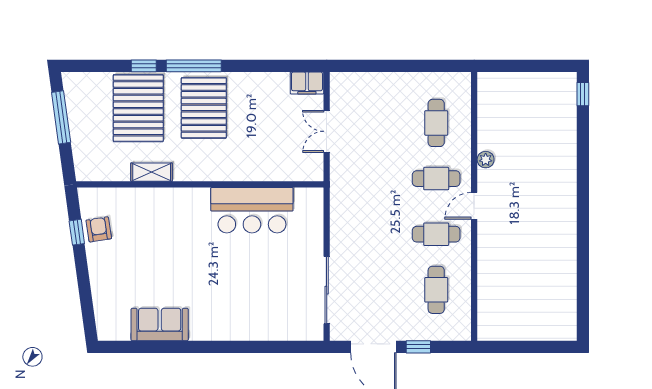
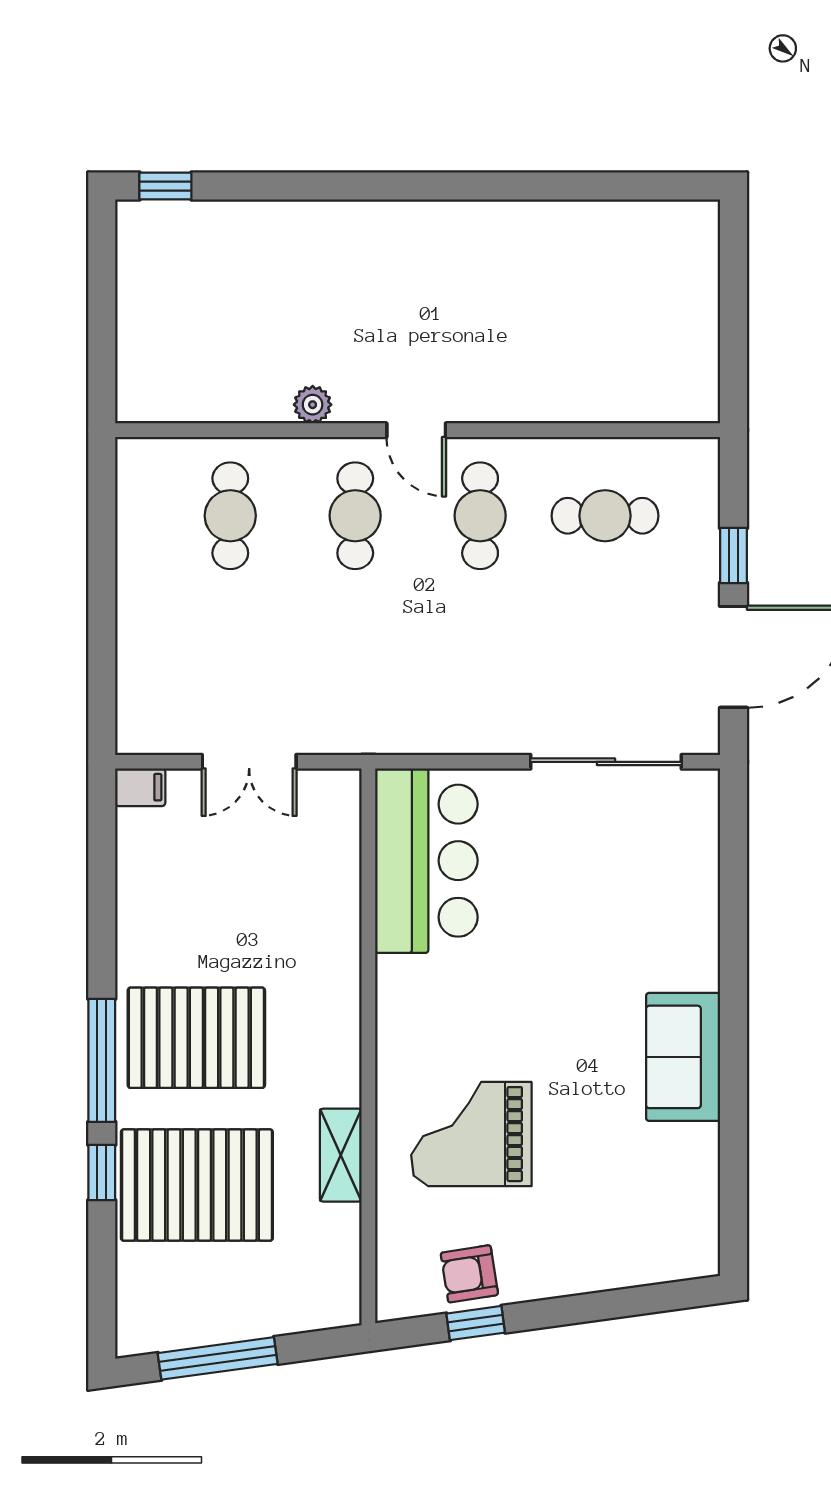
filing cabinet: (307, 83) -> (140, 787), width x0.50
cafe table: (436, 123) -> (230, 516), turned 90
bar counter: (252, 210) -> (426, 861), moved
grand piano: (161, 230) -> (471, 1134), added
sofa: (160, 325) -> (683, 1057), moved

